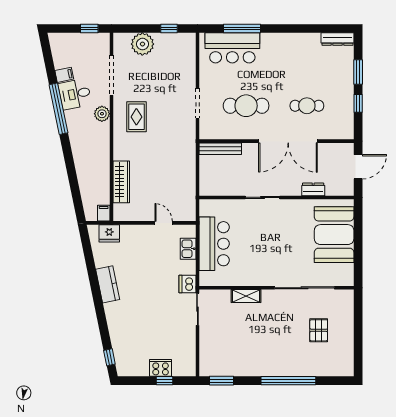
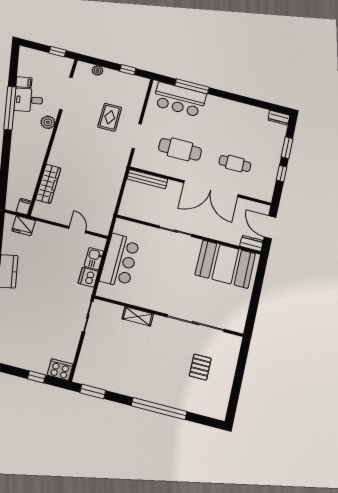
dresser: (337, 39) -> (279, 118), width x0.70
plant: (142, 44) -> (97, 70), width x0.53, depth x0.53
rug: (136, 117) -> (110, 117), moved
door: (358, 167) -> (270, 227), swing flipped
dresser: (313, 189) -> (251, 243), moved
booth: (334, 235) -> (225, 264), moved, turned 90
dishwasher: (187, 284) -> (88, 277), moved
cooker: (161, 368) -> (60, 370), moved

